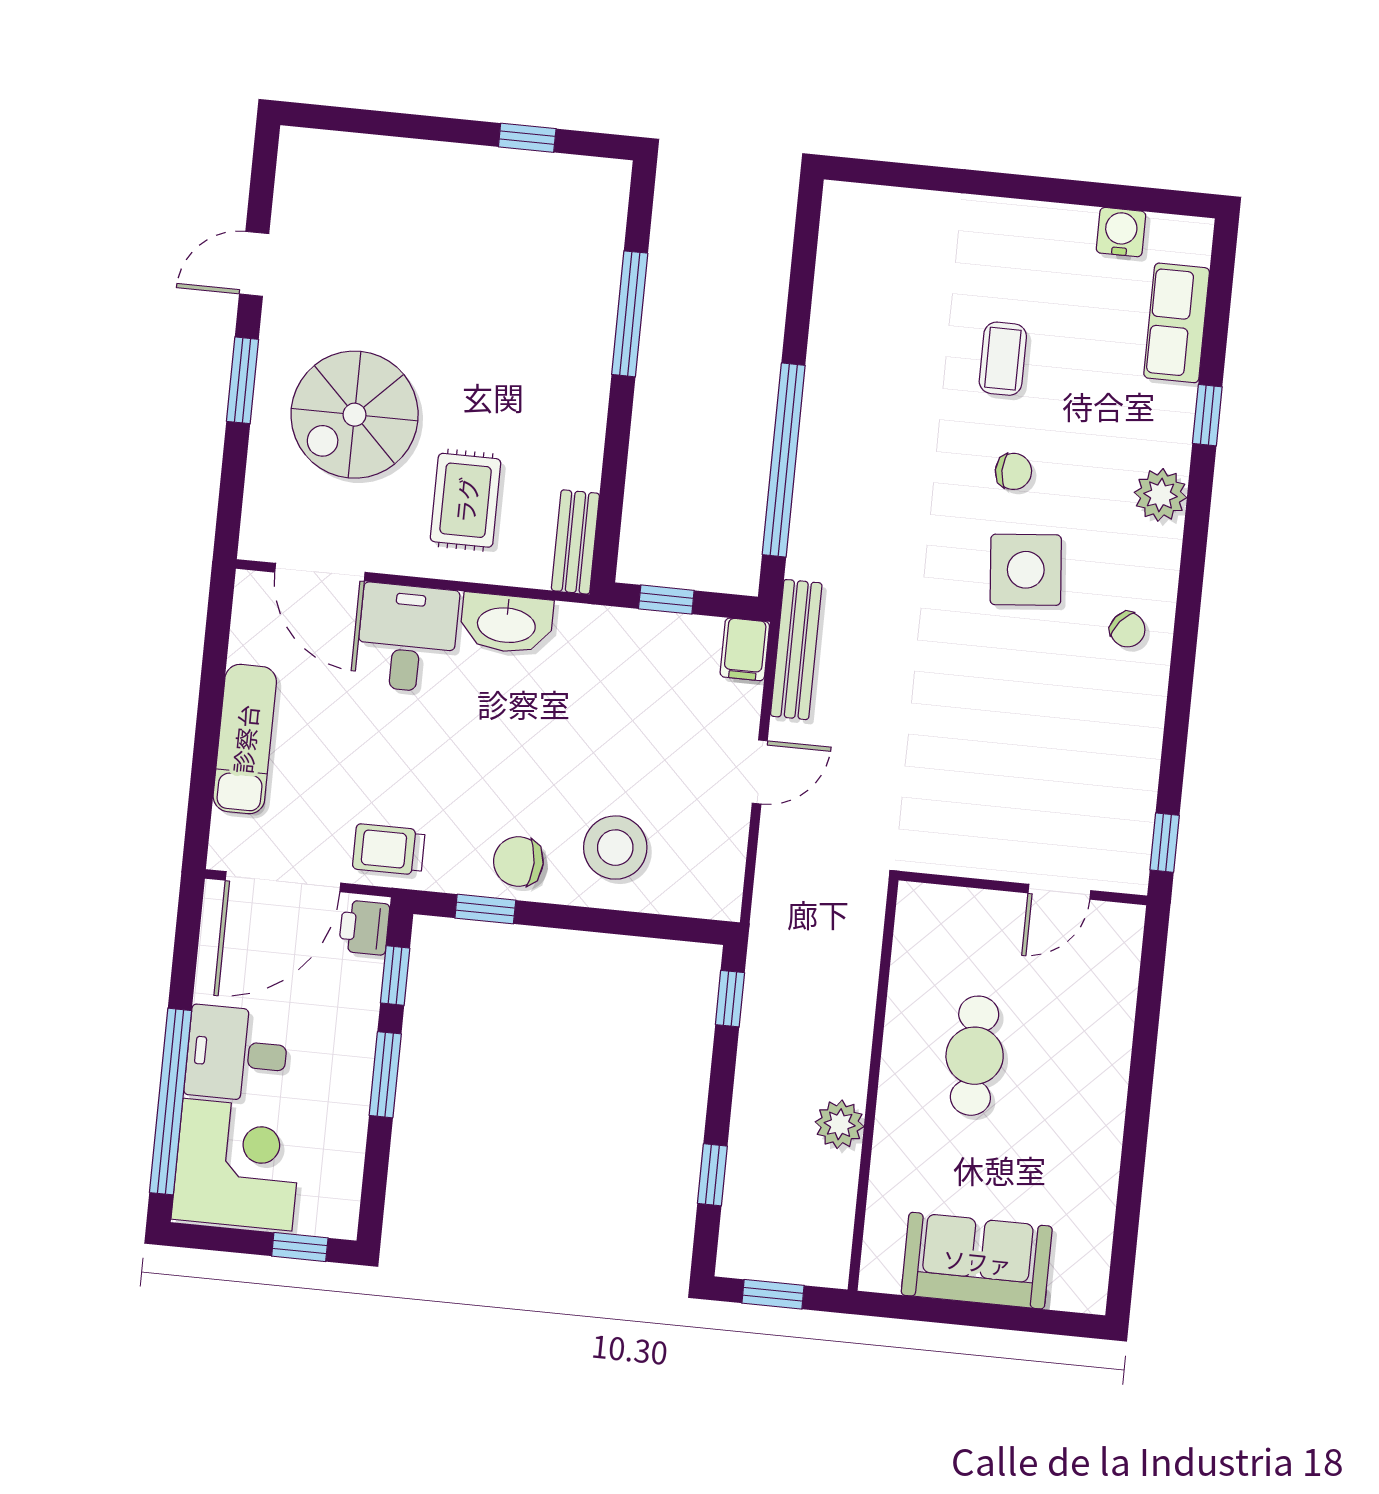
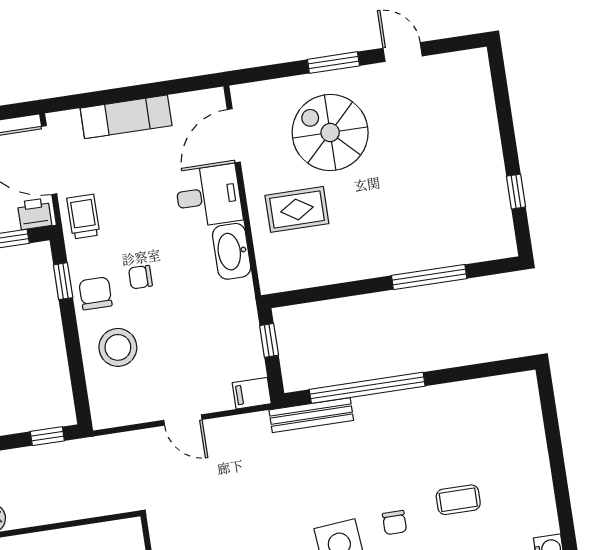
bench: (575, 542) -> (289, 279), removed
bench: (796, 650) -> (311, 415), moved
chair: (511, 782) -> (140, 277), added

